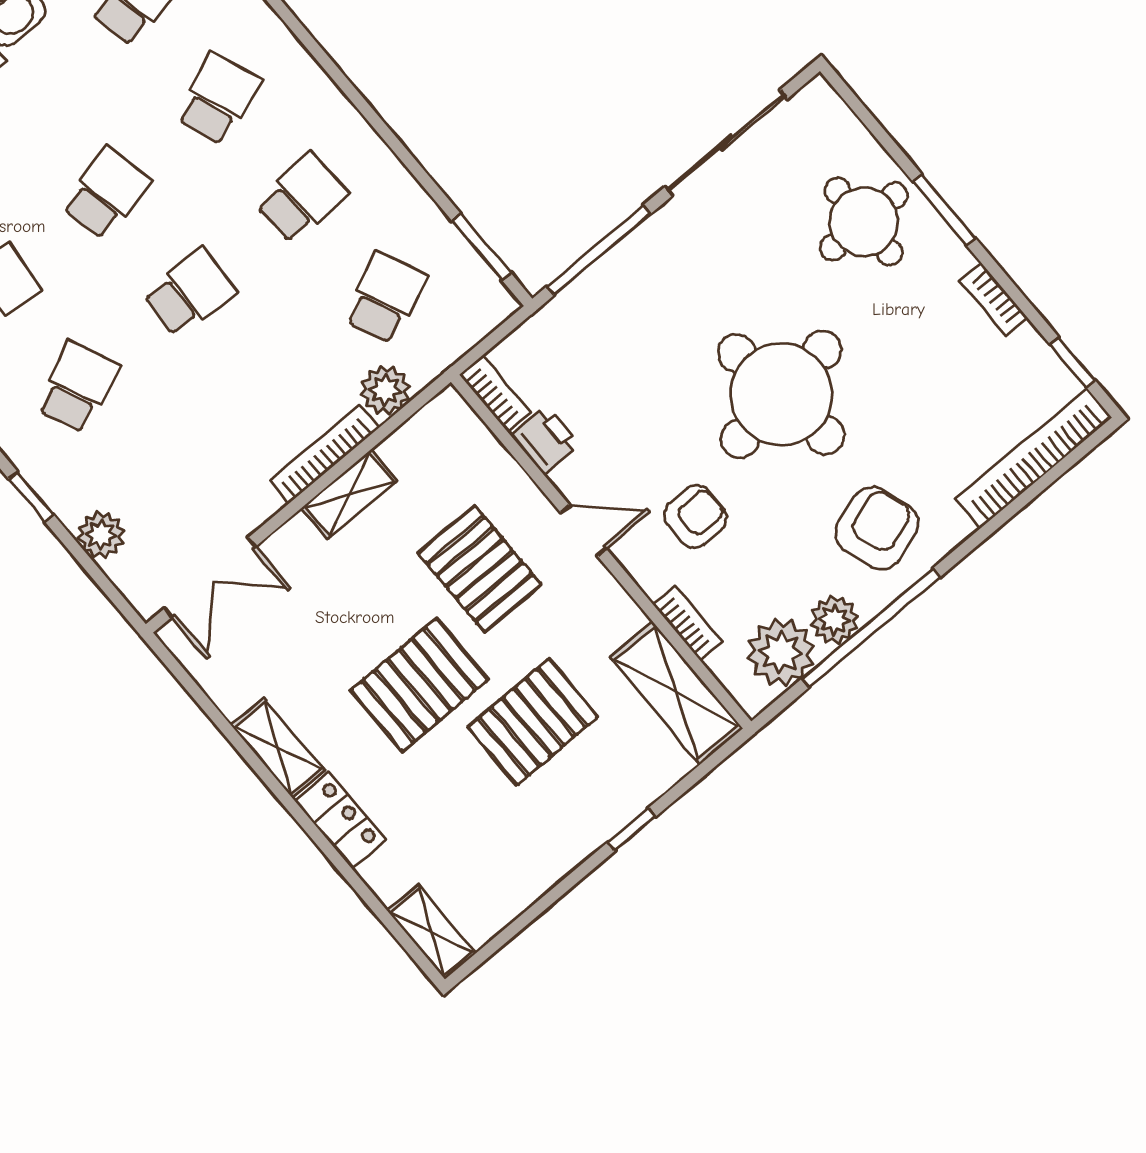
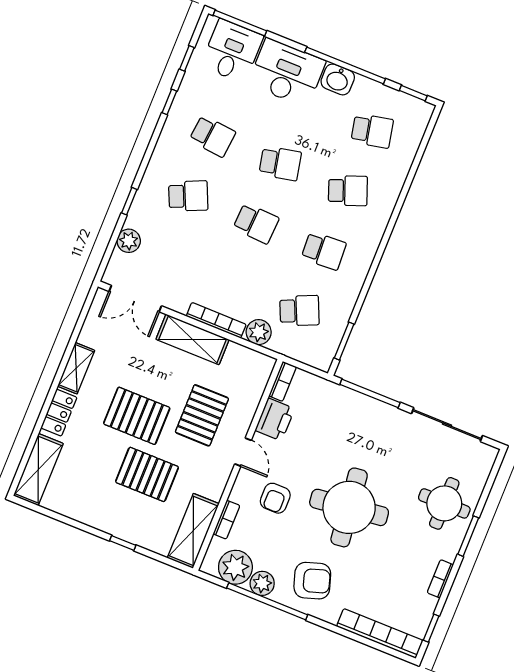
printer: (545, 440) -> (275, 420), width x1.36, depth x1.24
shelving: (349, 494) -> (193, 339), width x1.50, depth x1.33
armchair: (695, 517) -> (275, 498), turned 90
shelving: (431, 932) -> (38, 470), width x1.50, depth x1.33

